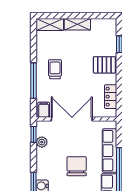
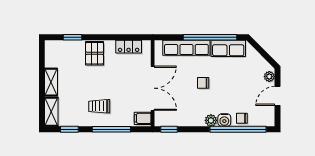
window: (34, 41) -> (69, 129), added
double door: (72, 119) -> (153, 88), swing flipped
plant: (42, 142) -> (211, 120), moved
chair: (77, 166) -> (203, 83), width x0.54, depth x0.54

